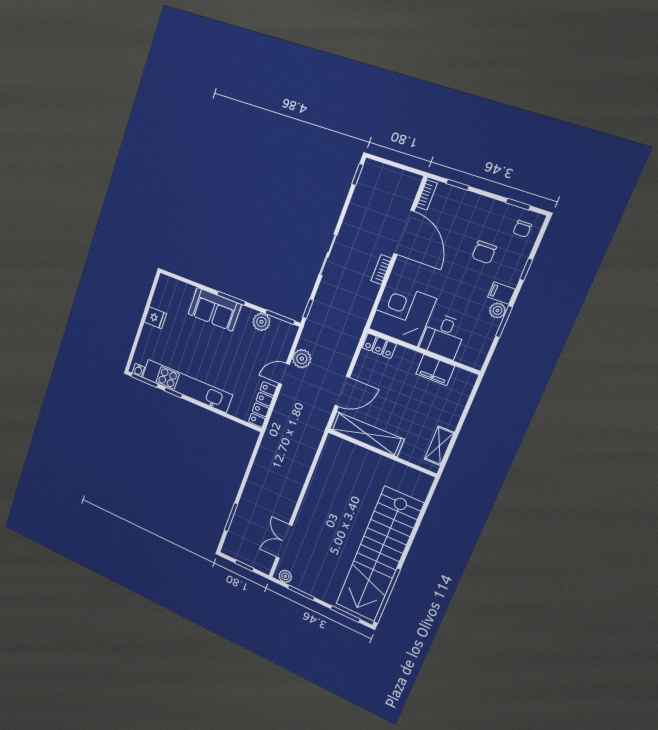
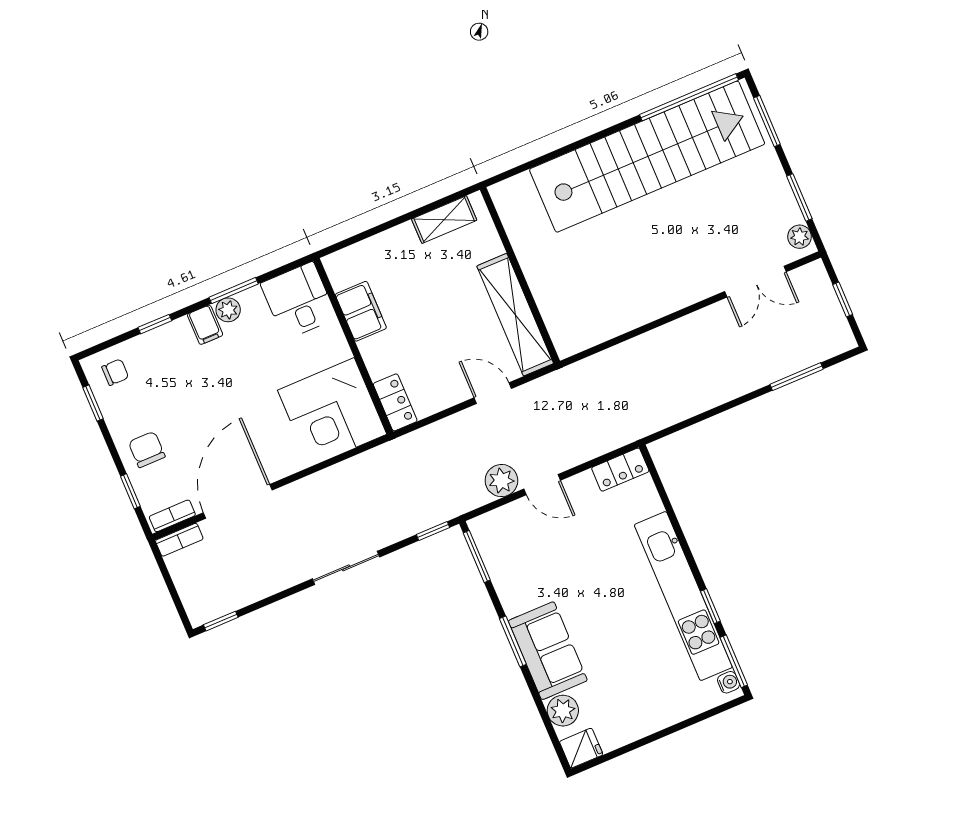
chair: (484, 252) -> (147, 449), moved, turned -90
bookcase: (381, 270) -> (179, 540), moved
fridge: (155, 318) -> (581, 748), moved, turned 90
plant: (261, 322) -> (563, 711), moved
desk: (443, 336) -> (299, 301), moved, turned -90
door: (342, 391) -> (493, 393), width x0.73
locker: (263, 405) -> (620, 470), width x0.66

